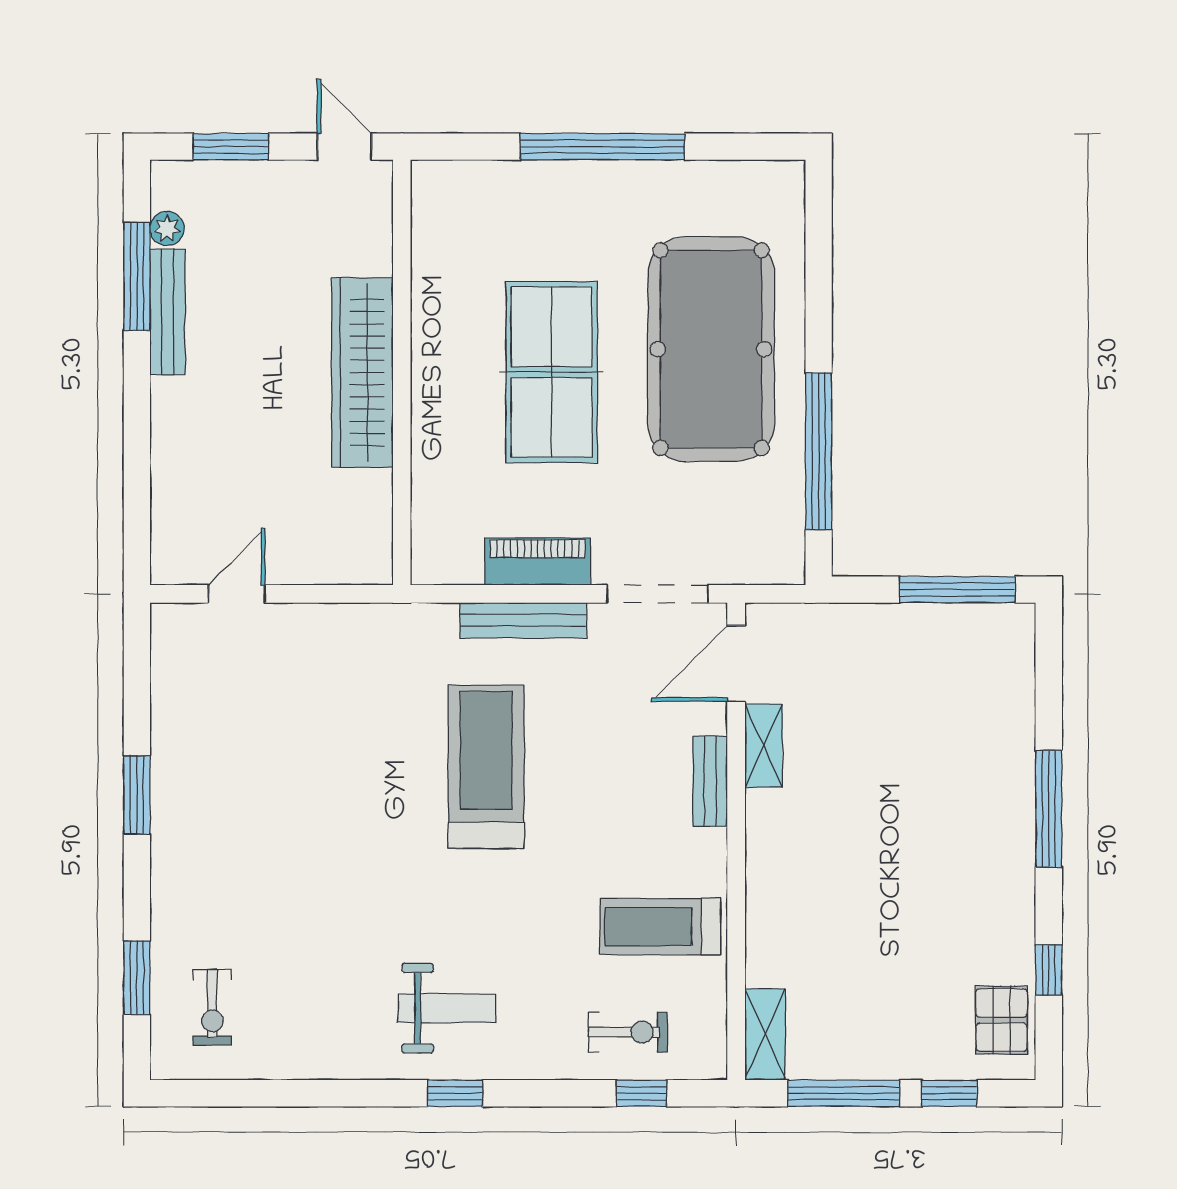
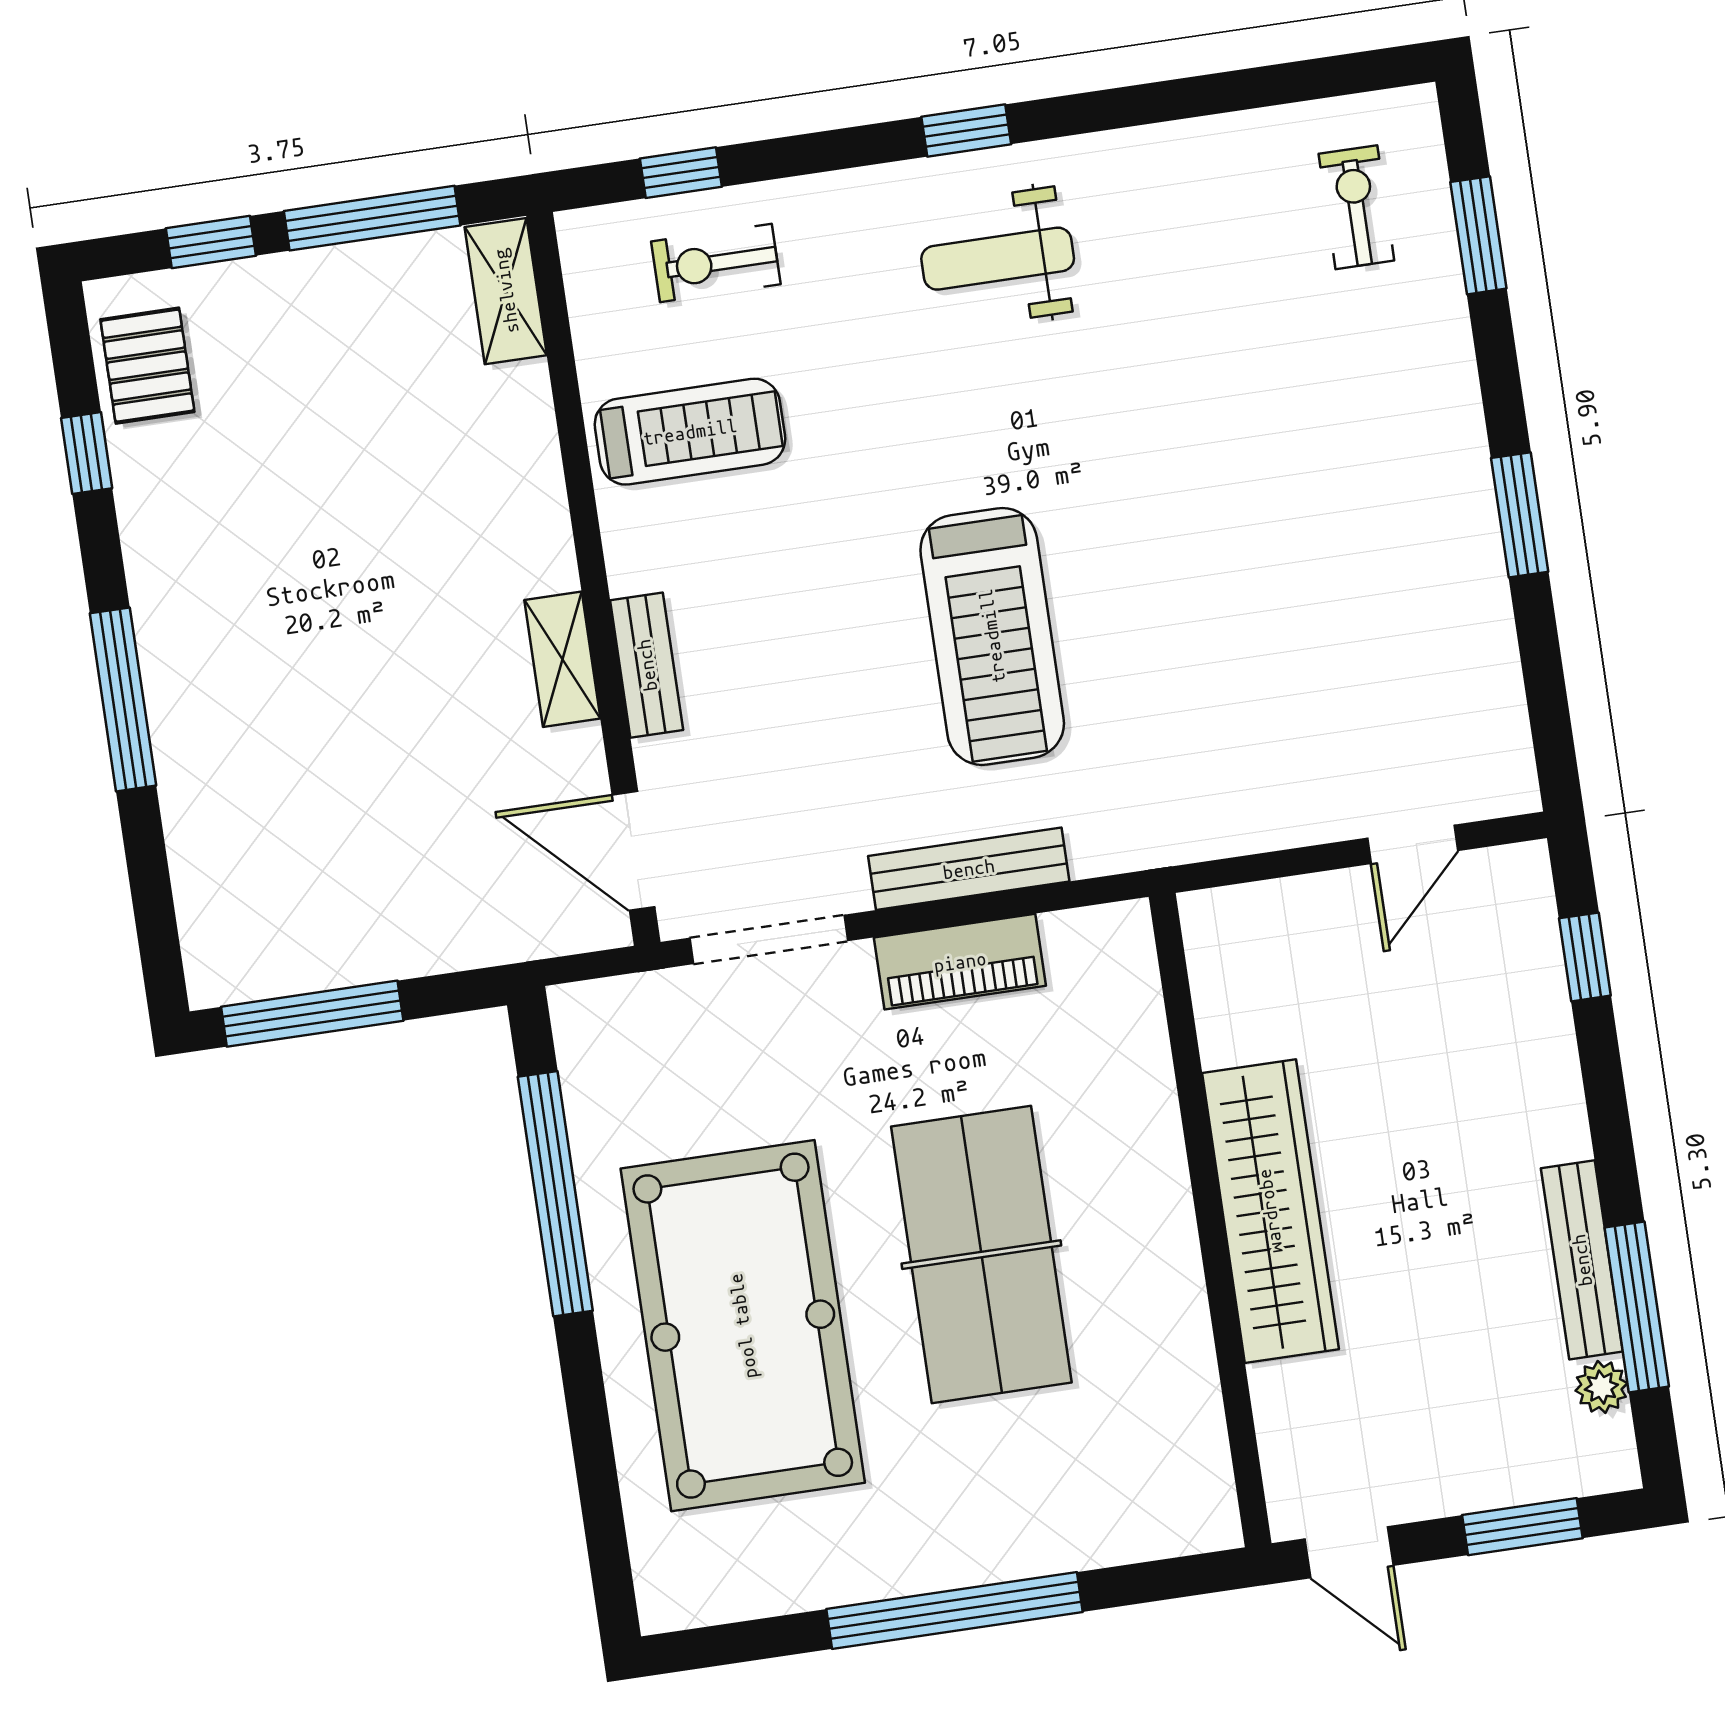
window: (137, 506) -> (1585, 957), added
door: (736, 663) -> (634, 851), swing flipped
shelving: (764, 746) -> (562, 659), moved

